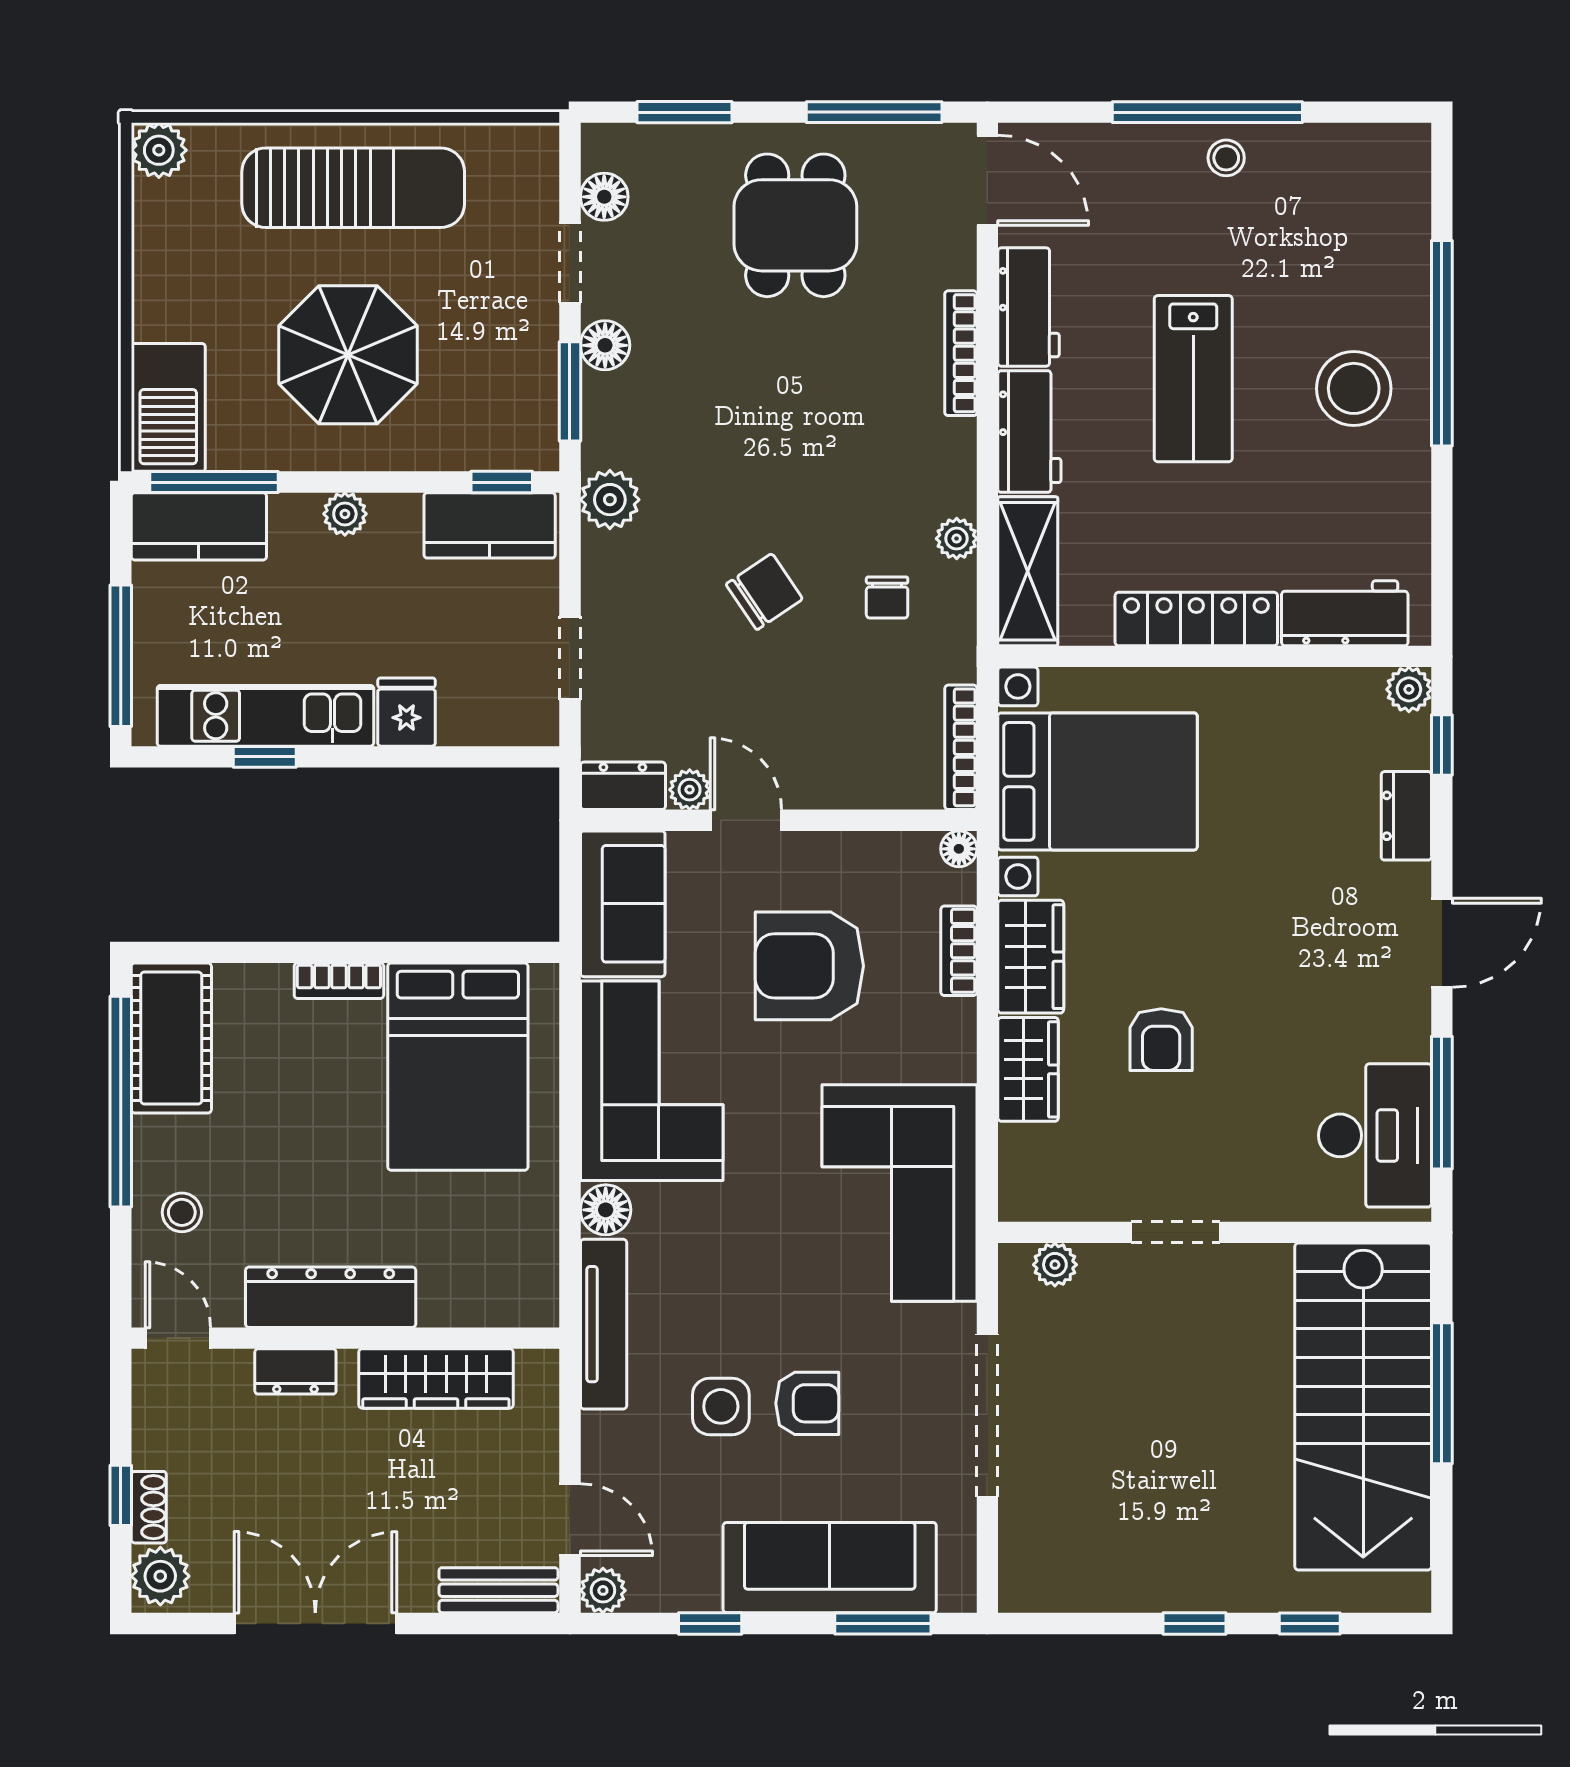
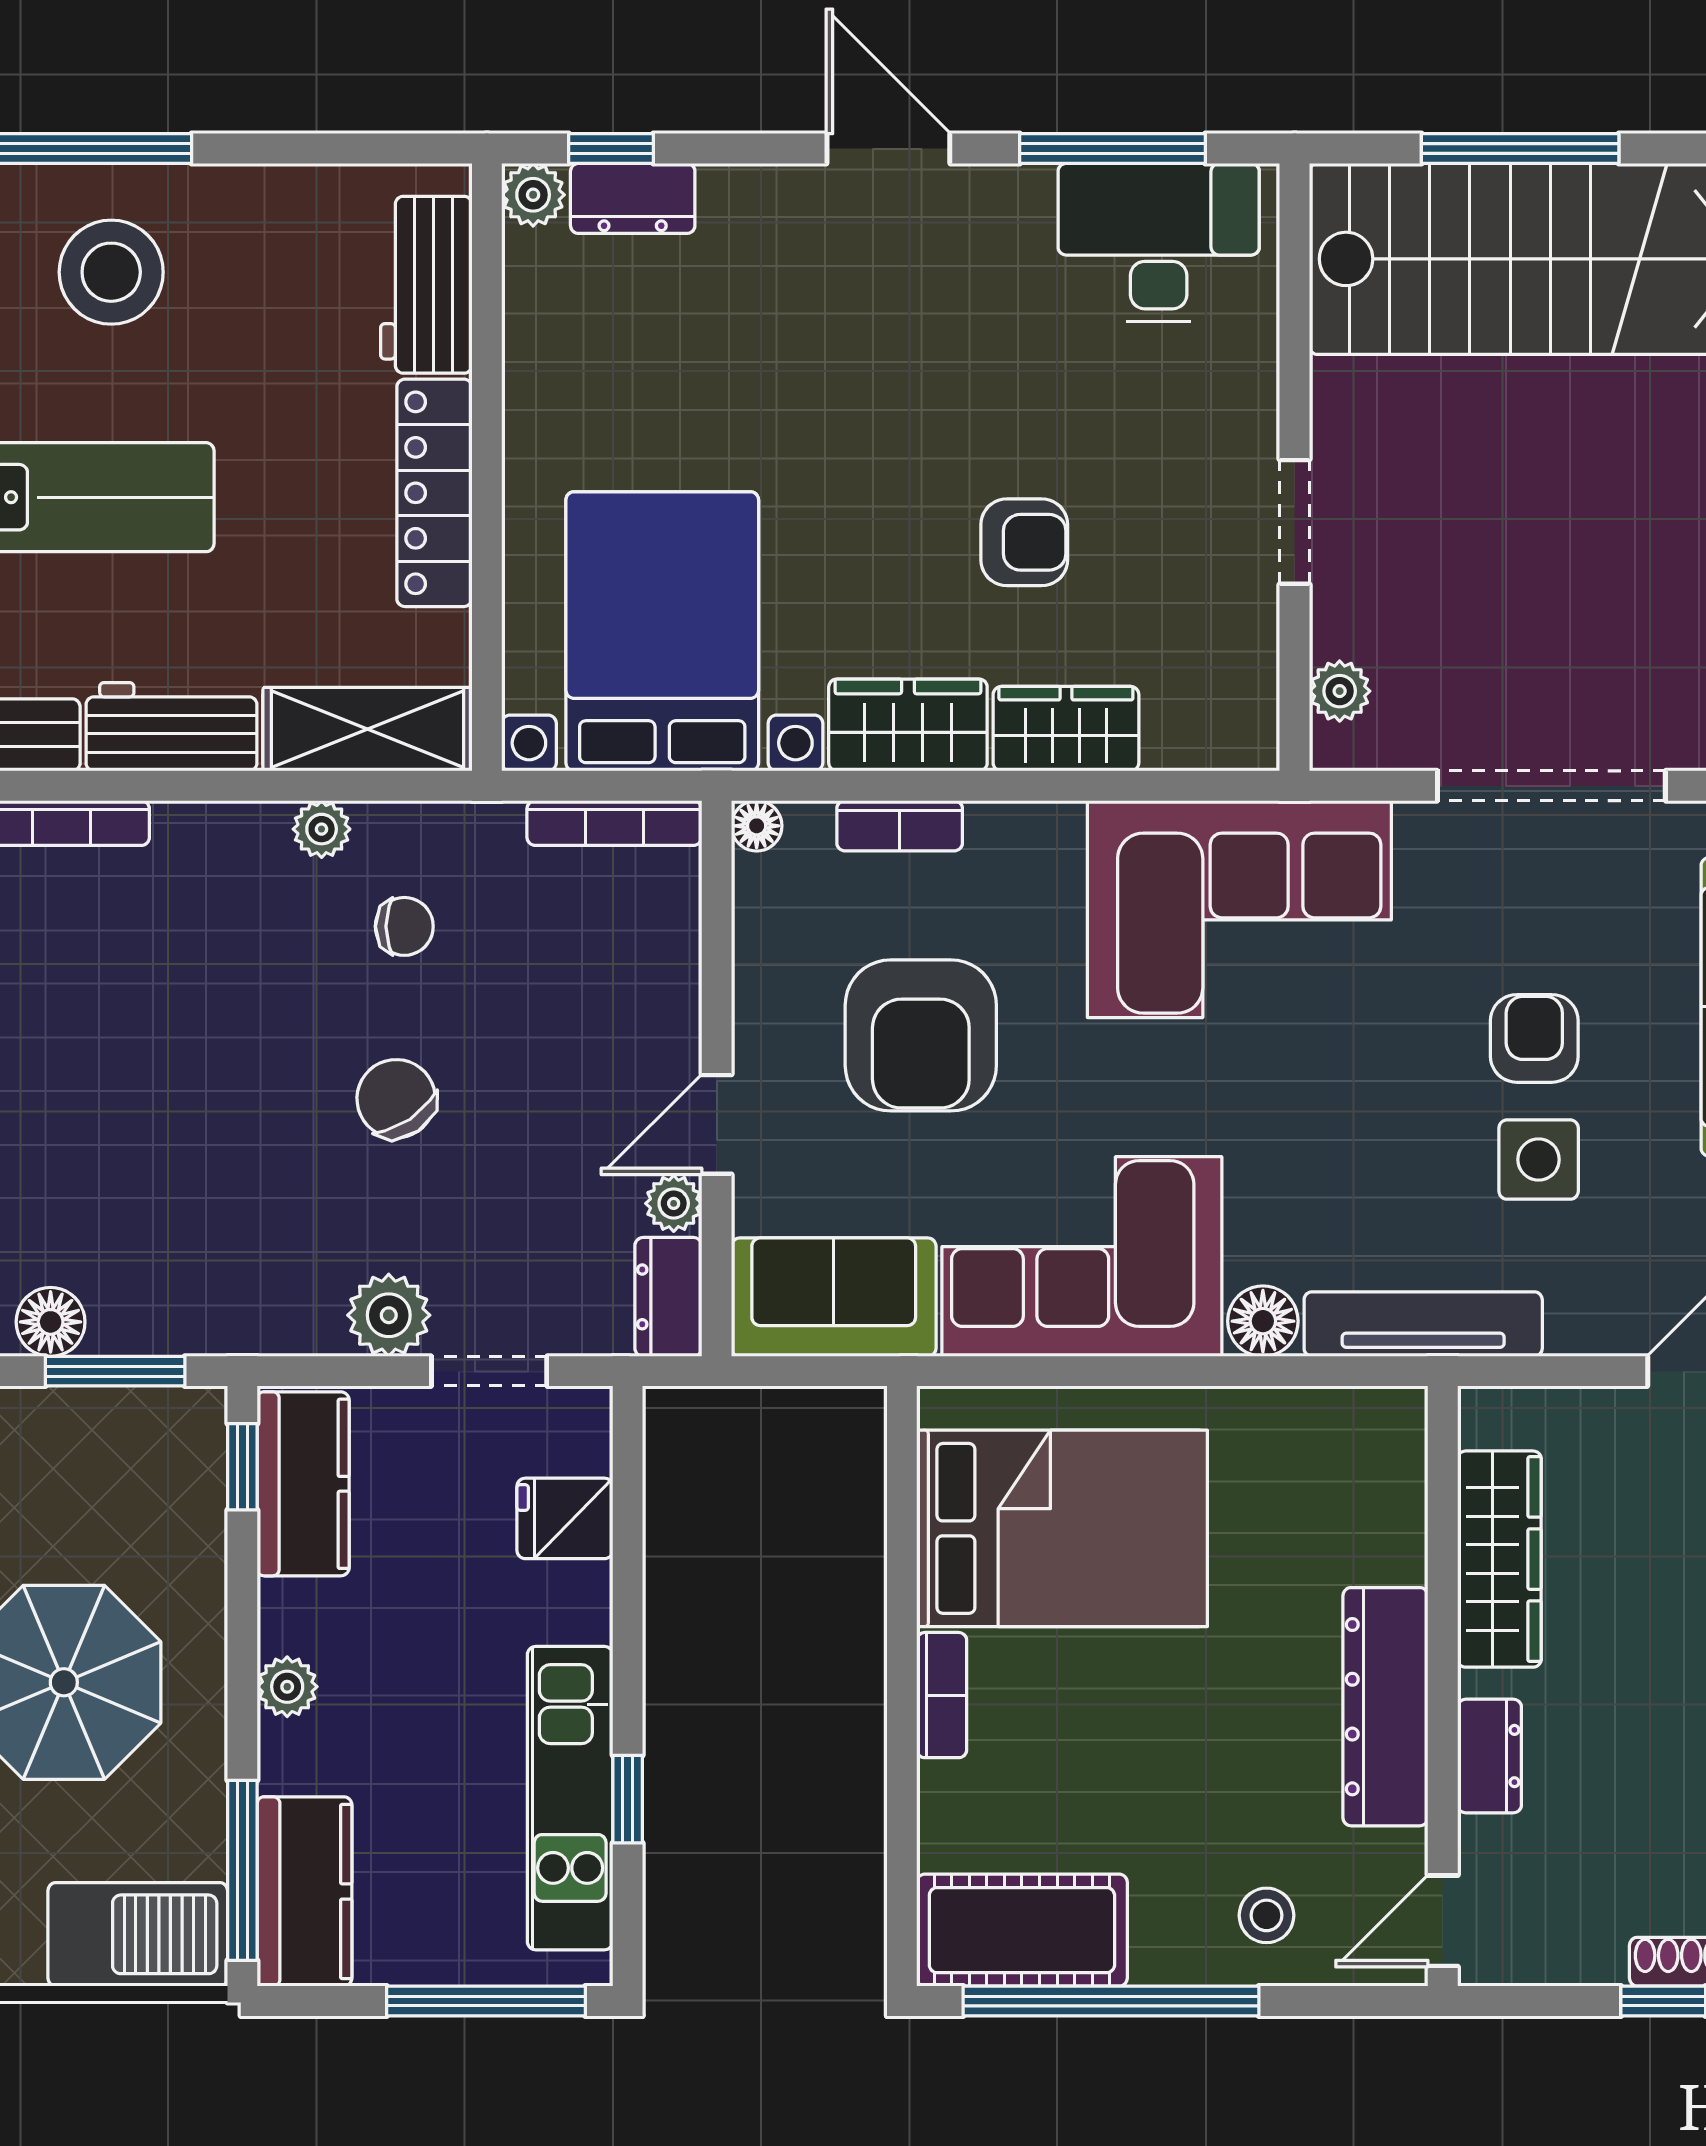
plant: (610, 500) -> (389, 1315), moved
fridge: (406, 712) -> (565, 1518), moved
dresser: (1406, 816) -> (633, 198), moved

